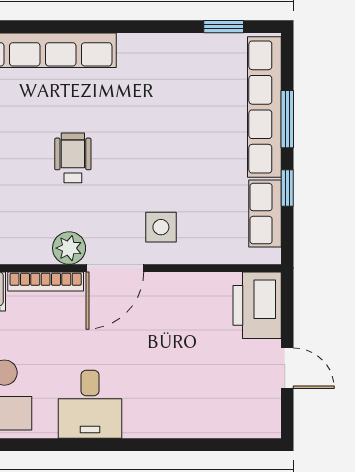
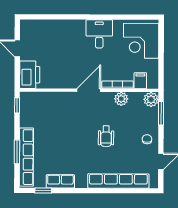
window: (287, 188) -> (17, 105), moved
row of seats: (265, 214) -> (60, 181), moved, turned -90
side table: (161, 227) -> (70, 107), removed
plant: (69, 248) -> (121, 99), moved

